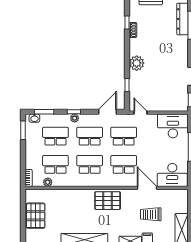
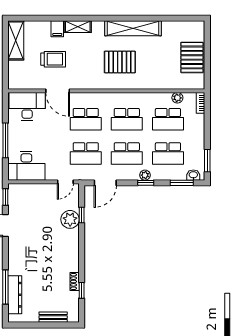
plant: (137, 63) -> (70, 219), moved
door: (141, 113) -> (65, 182), hinge flipped
pallet: (108, 201) -> (120, 62), moved

